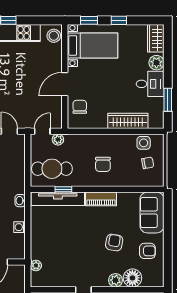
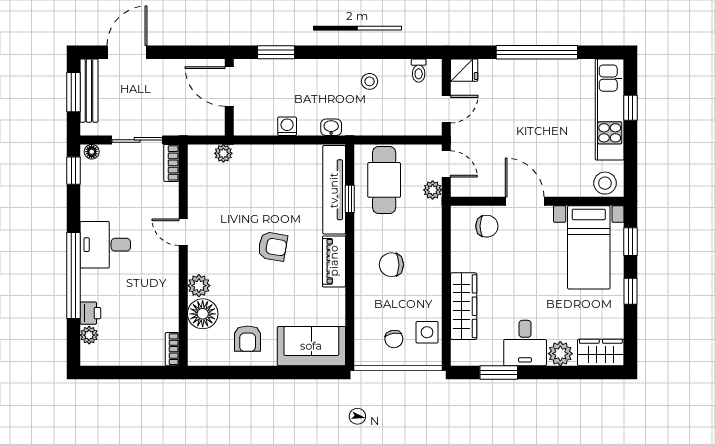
armchair: (114, 242) -> (273, 246), moved

